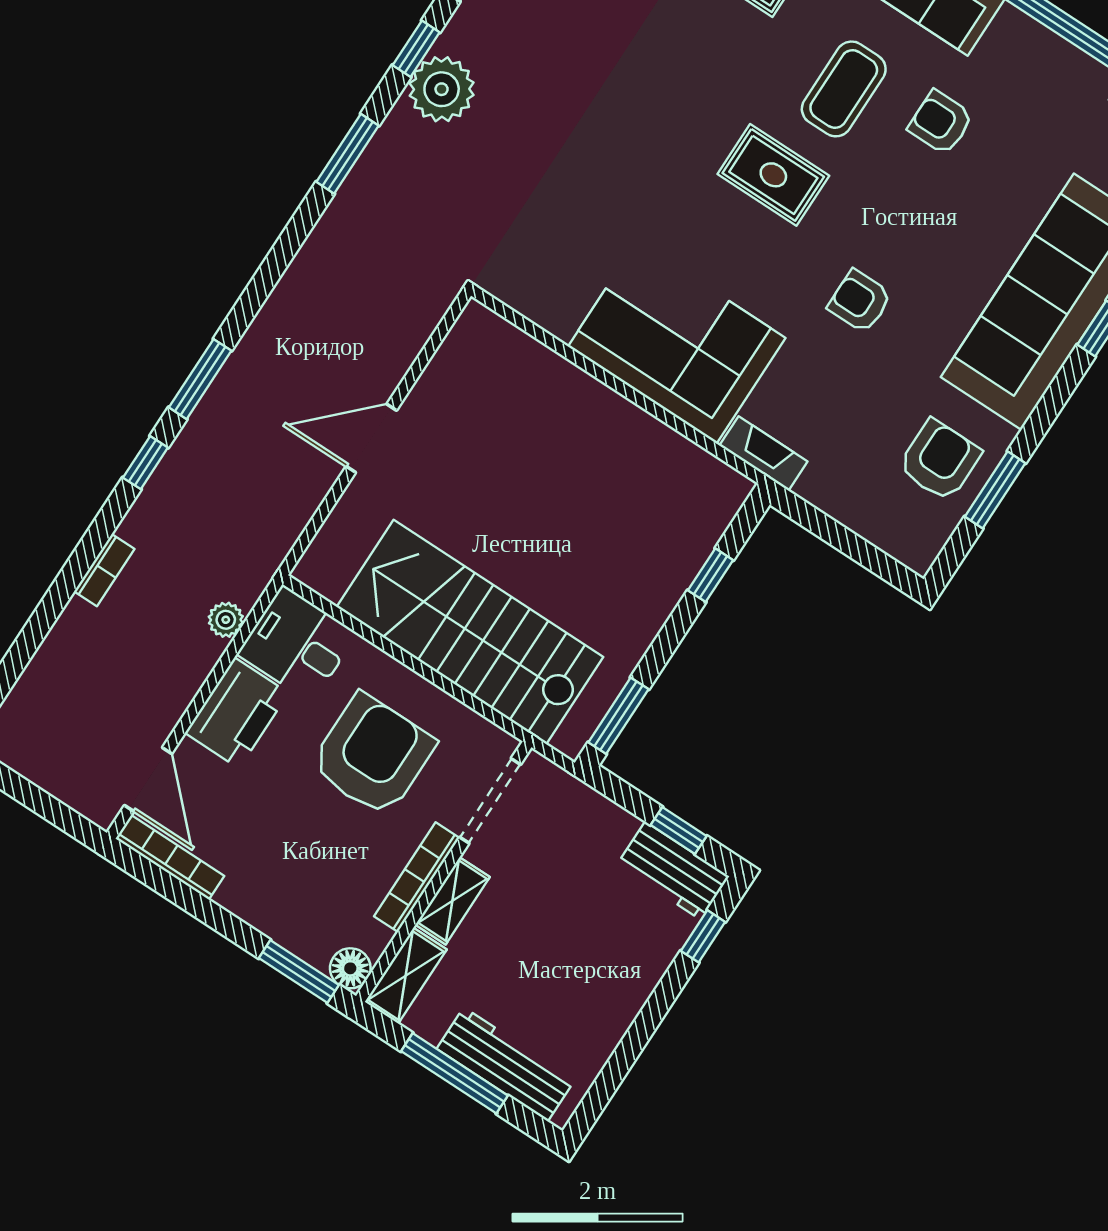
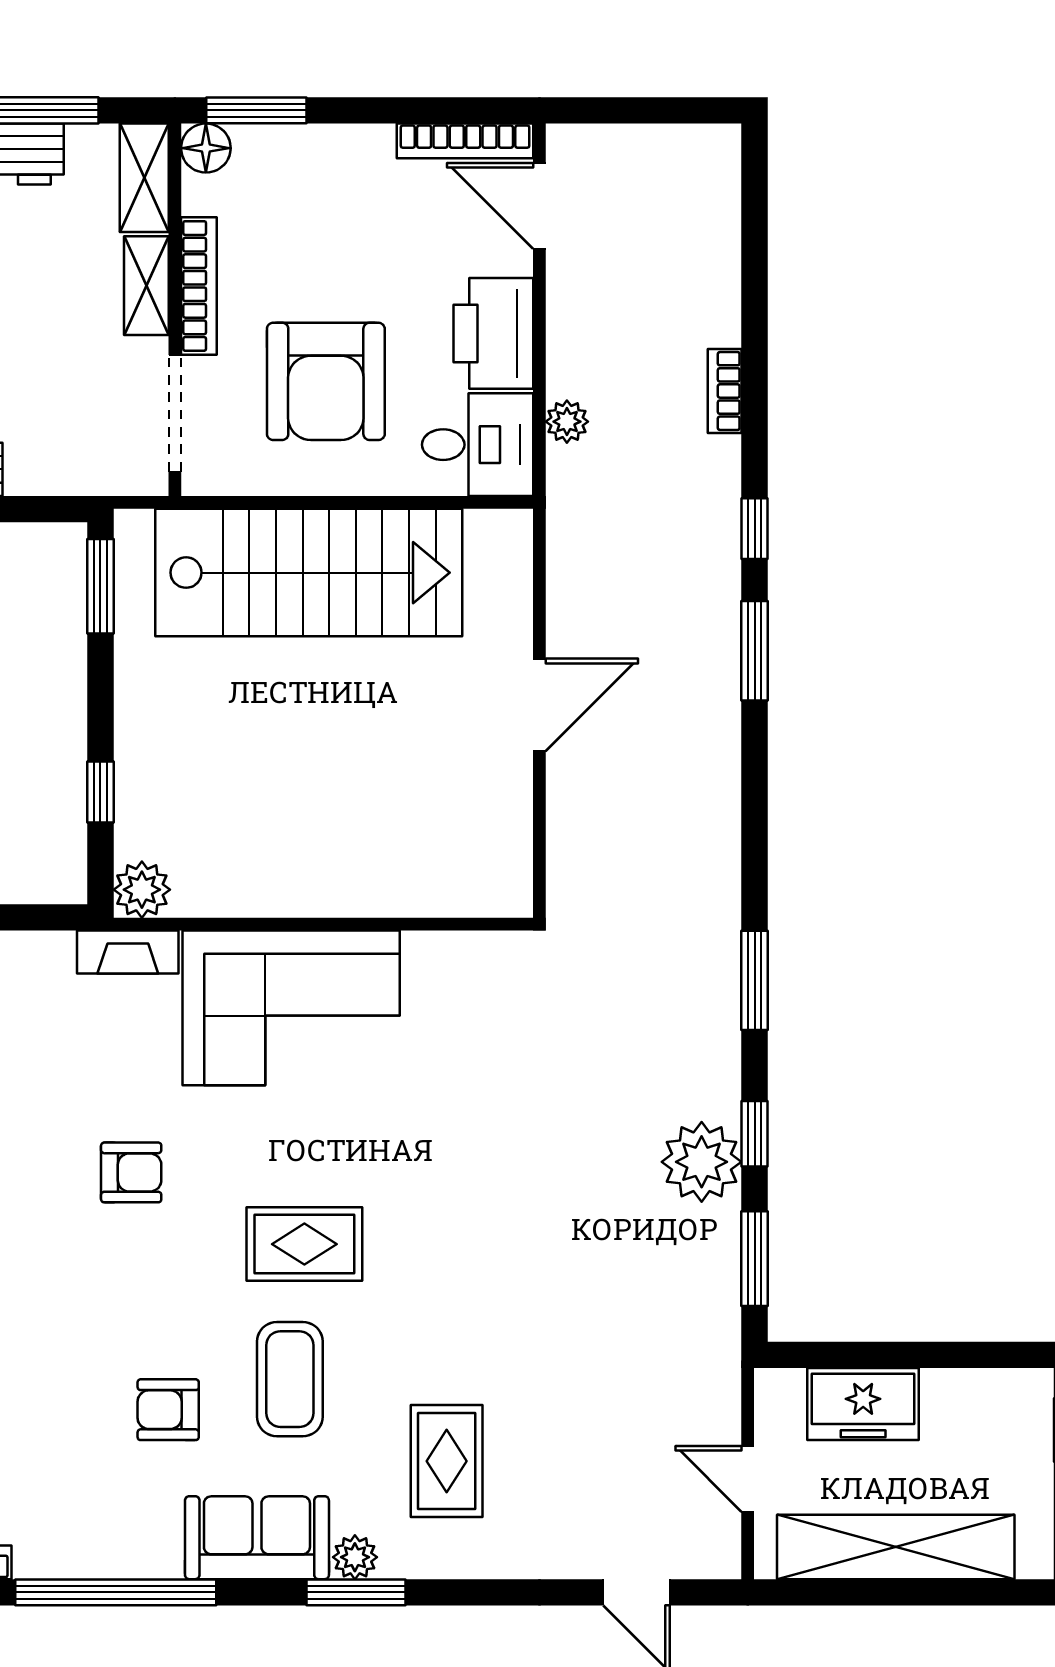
plant: (442, 89) -> (702, 1162), moved
armchair: (941, 123) -> (168, 1410), turned 180
plant: (726, 490) -> (142, 890), added

